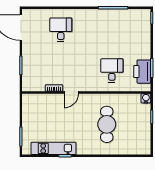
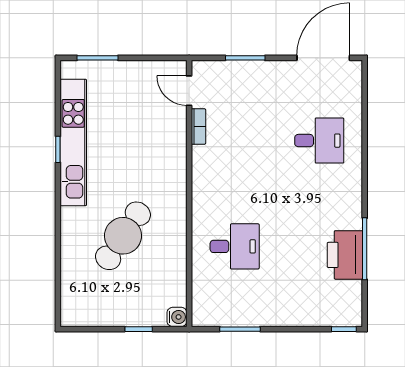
printer: (142, 72) -> (345, 255), moved, turned -90
door: (71, 92) -> (189, 91), moved
cafe table: (107, 124) -> (123, 236), turned -56
kitchen unit: (54, 148) -> (73, 142), width x1.36

